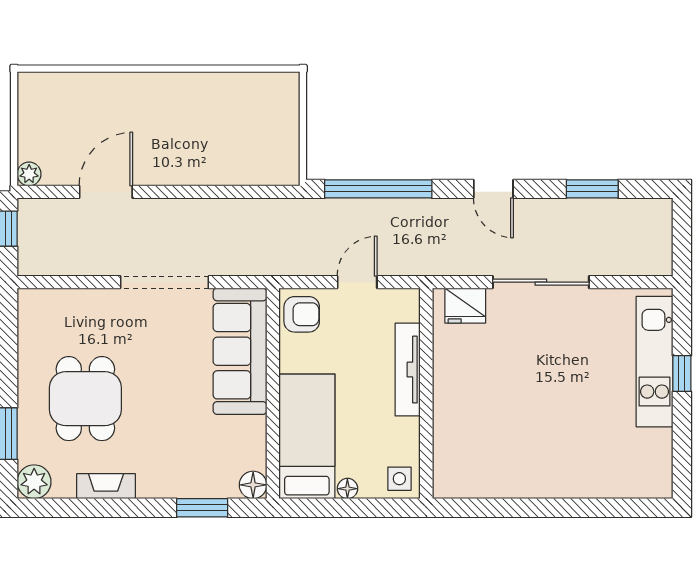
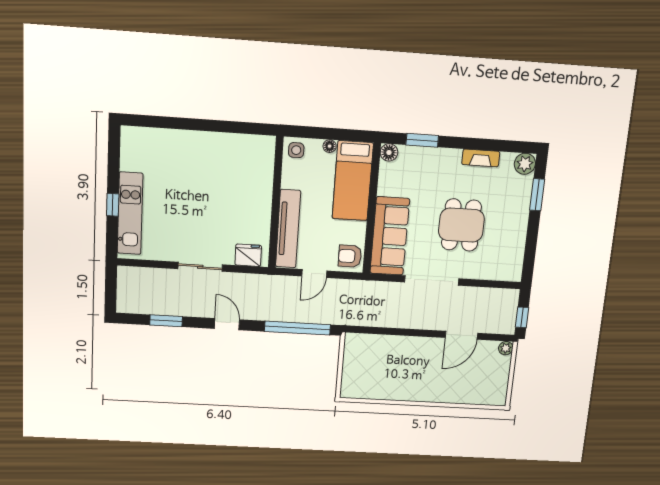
sliding door: (541, 282) -> (200, 267), width x0.73
tv unit: (408, 370) -> (288, 229), width x1.36, depth x1.29
dining table: (85, 399) -> (461, 225), moved

